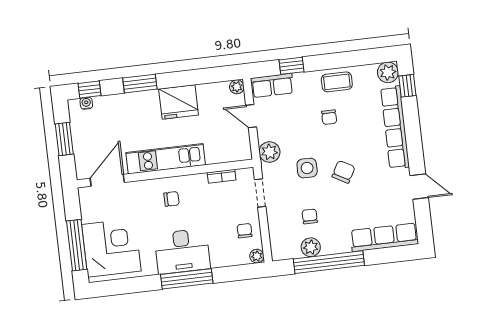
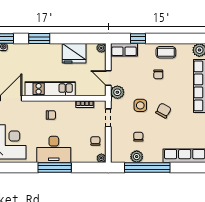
fridge: (179, 102) -> (74, 53), moved
door: (251, 116) -> (108, 78), moved

